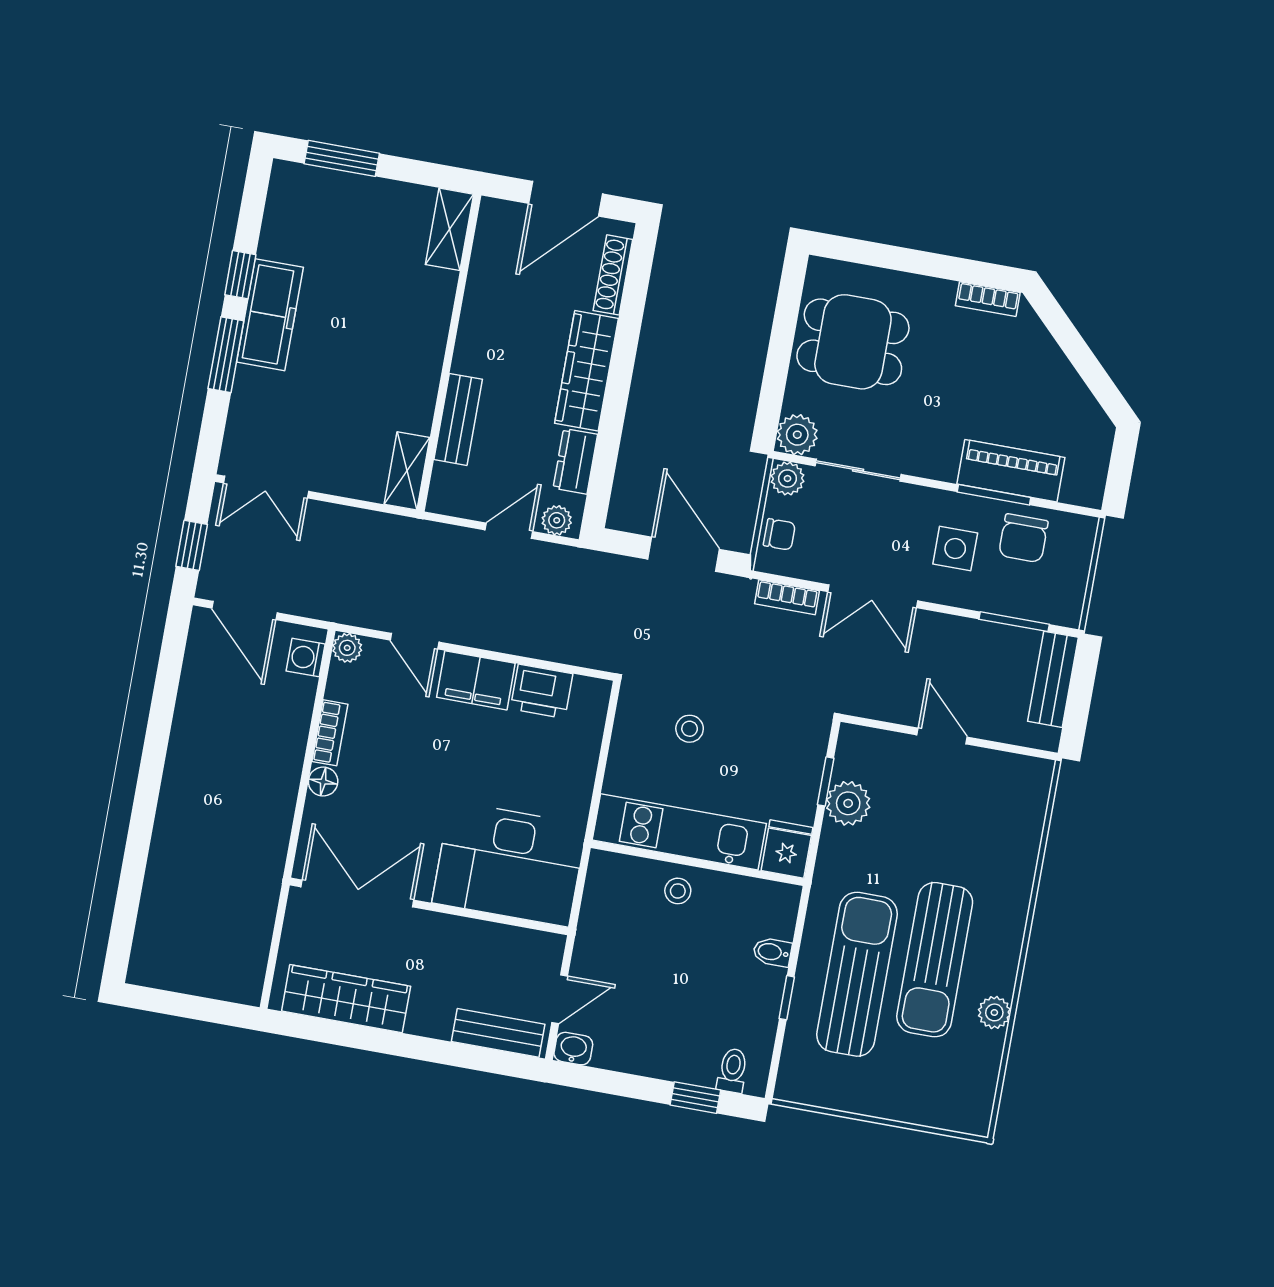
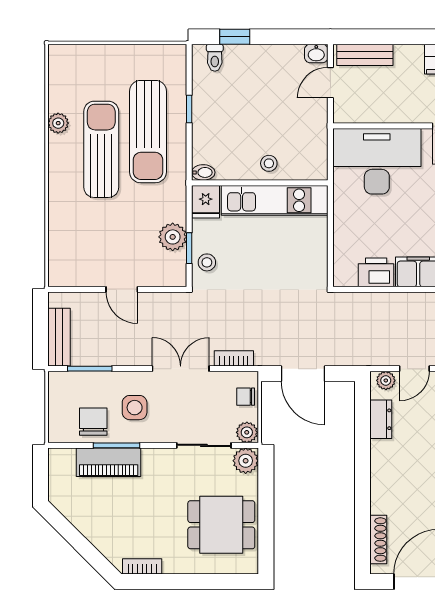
wardrobe: (587, 371) -> (384, 477), removed
stool: (690, 729) -> (207, 262), moved
bidet: (772, 952) -> (203, 172), moved

